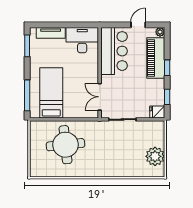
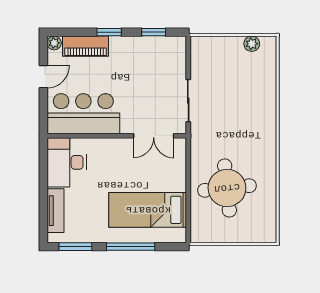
door: (138, 25) -> (43, 77), swing flipped
piano: (156, 58) -> (86, 46), width x0.73, depth x0.75
window: (27, 95) -> (131, 247), moved
fridge: (157, 112) -> (177, 47), removed
plant: (155, 156) -> (252, 44), width x0.53, depth x0.53

